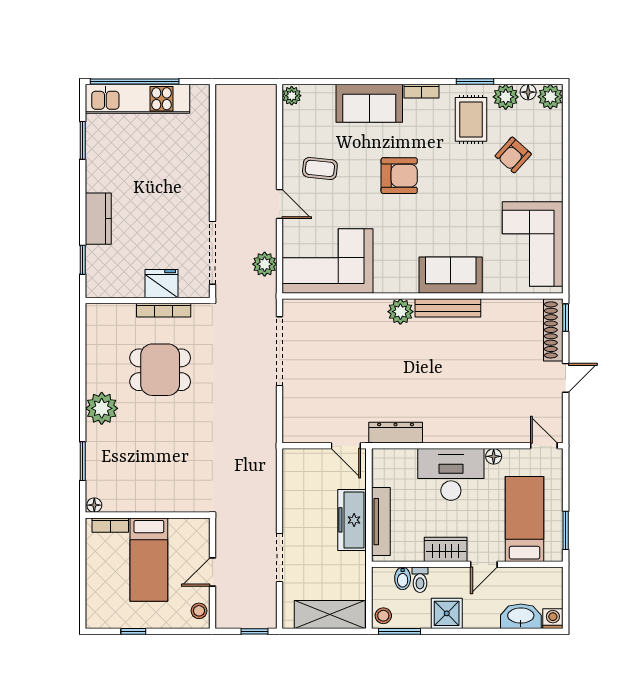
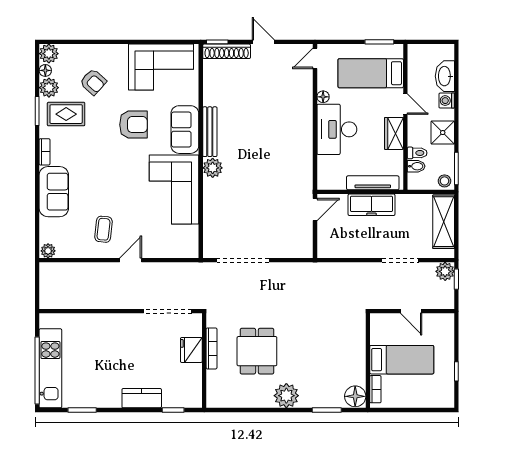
armchair: (399, 176) -> (134, 125), moved, turned 90
corner sofa: (328, 261) -> (174, 189), moved
plant: (265, 264) -> (445, 271), moved
dresser: (396, 433) -> (305, 172), removed
floor lamp: (94, 505) -> (355, 396), width x1.89, depth x1.89
stool: (199, 611) -> (441, 321), removed
washing machine: (553, 619) -> (447, 101), moved

